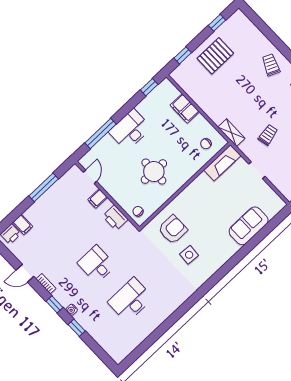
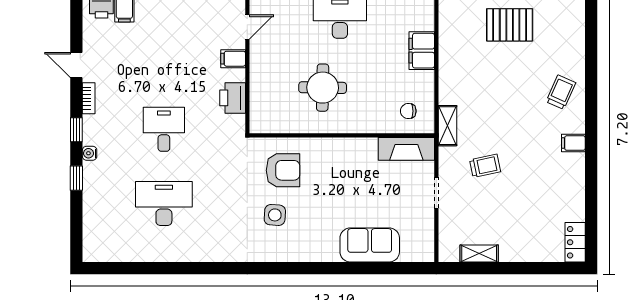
chair: (138, 211) -> (264, 114), removed

